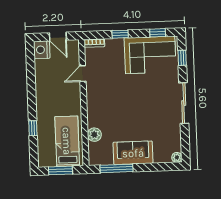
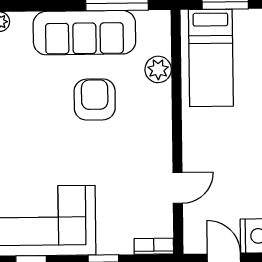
armchair: (127, 118) -> (95, 99), added
sofa: (133, 153) -> (84, 33), width x1.36

